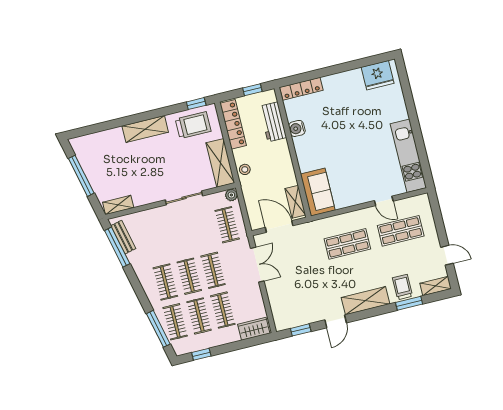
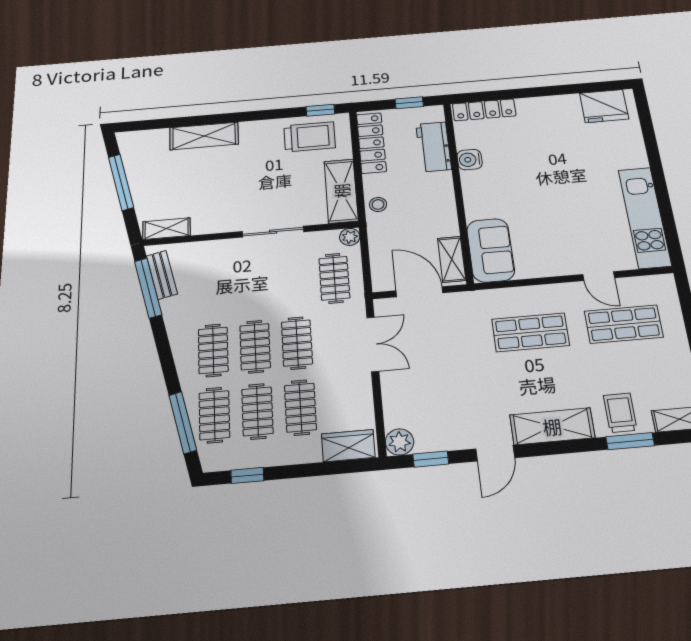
shelving: (145, 129) -> (204, 136), moved
plant: (282, 322) -> (399, 442), added

